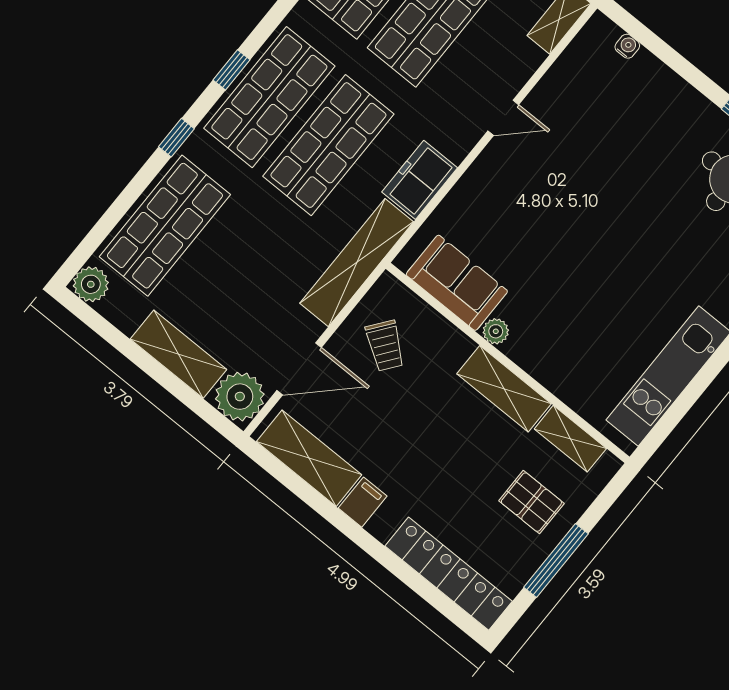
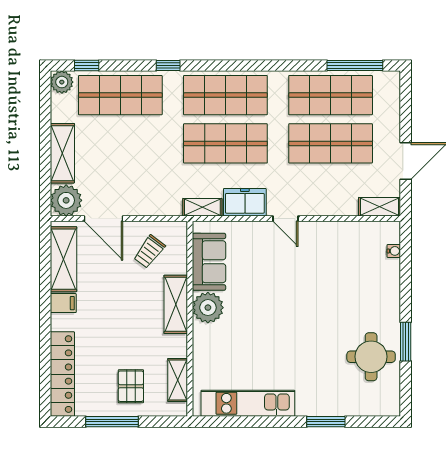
window: (231, 70) -> (87, 66), moved
door: (503, 118) -> (285, 219), moved
shelving: (357, 263) -> (202, 207), width x0.45, depth x0.75
plant: (496, 331) -> (208, 308), width x1.87, depth x1.87
shelving: (504, 389) -> (176, 304), moved

